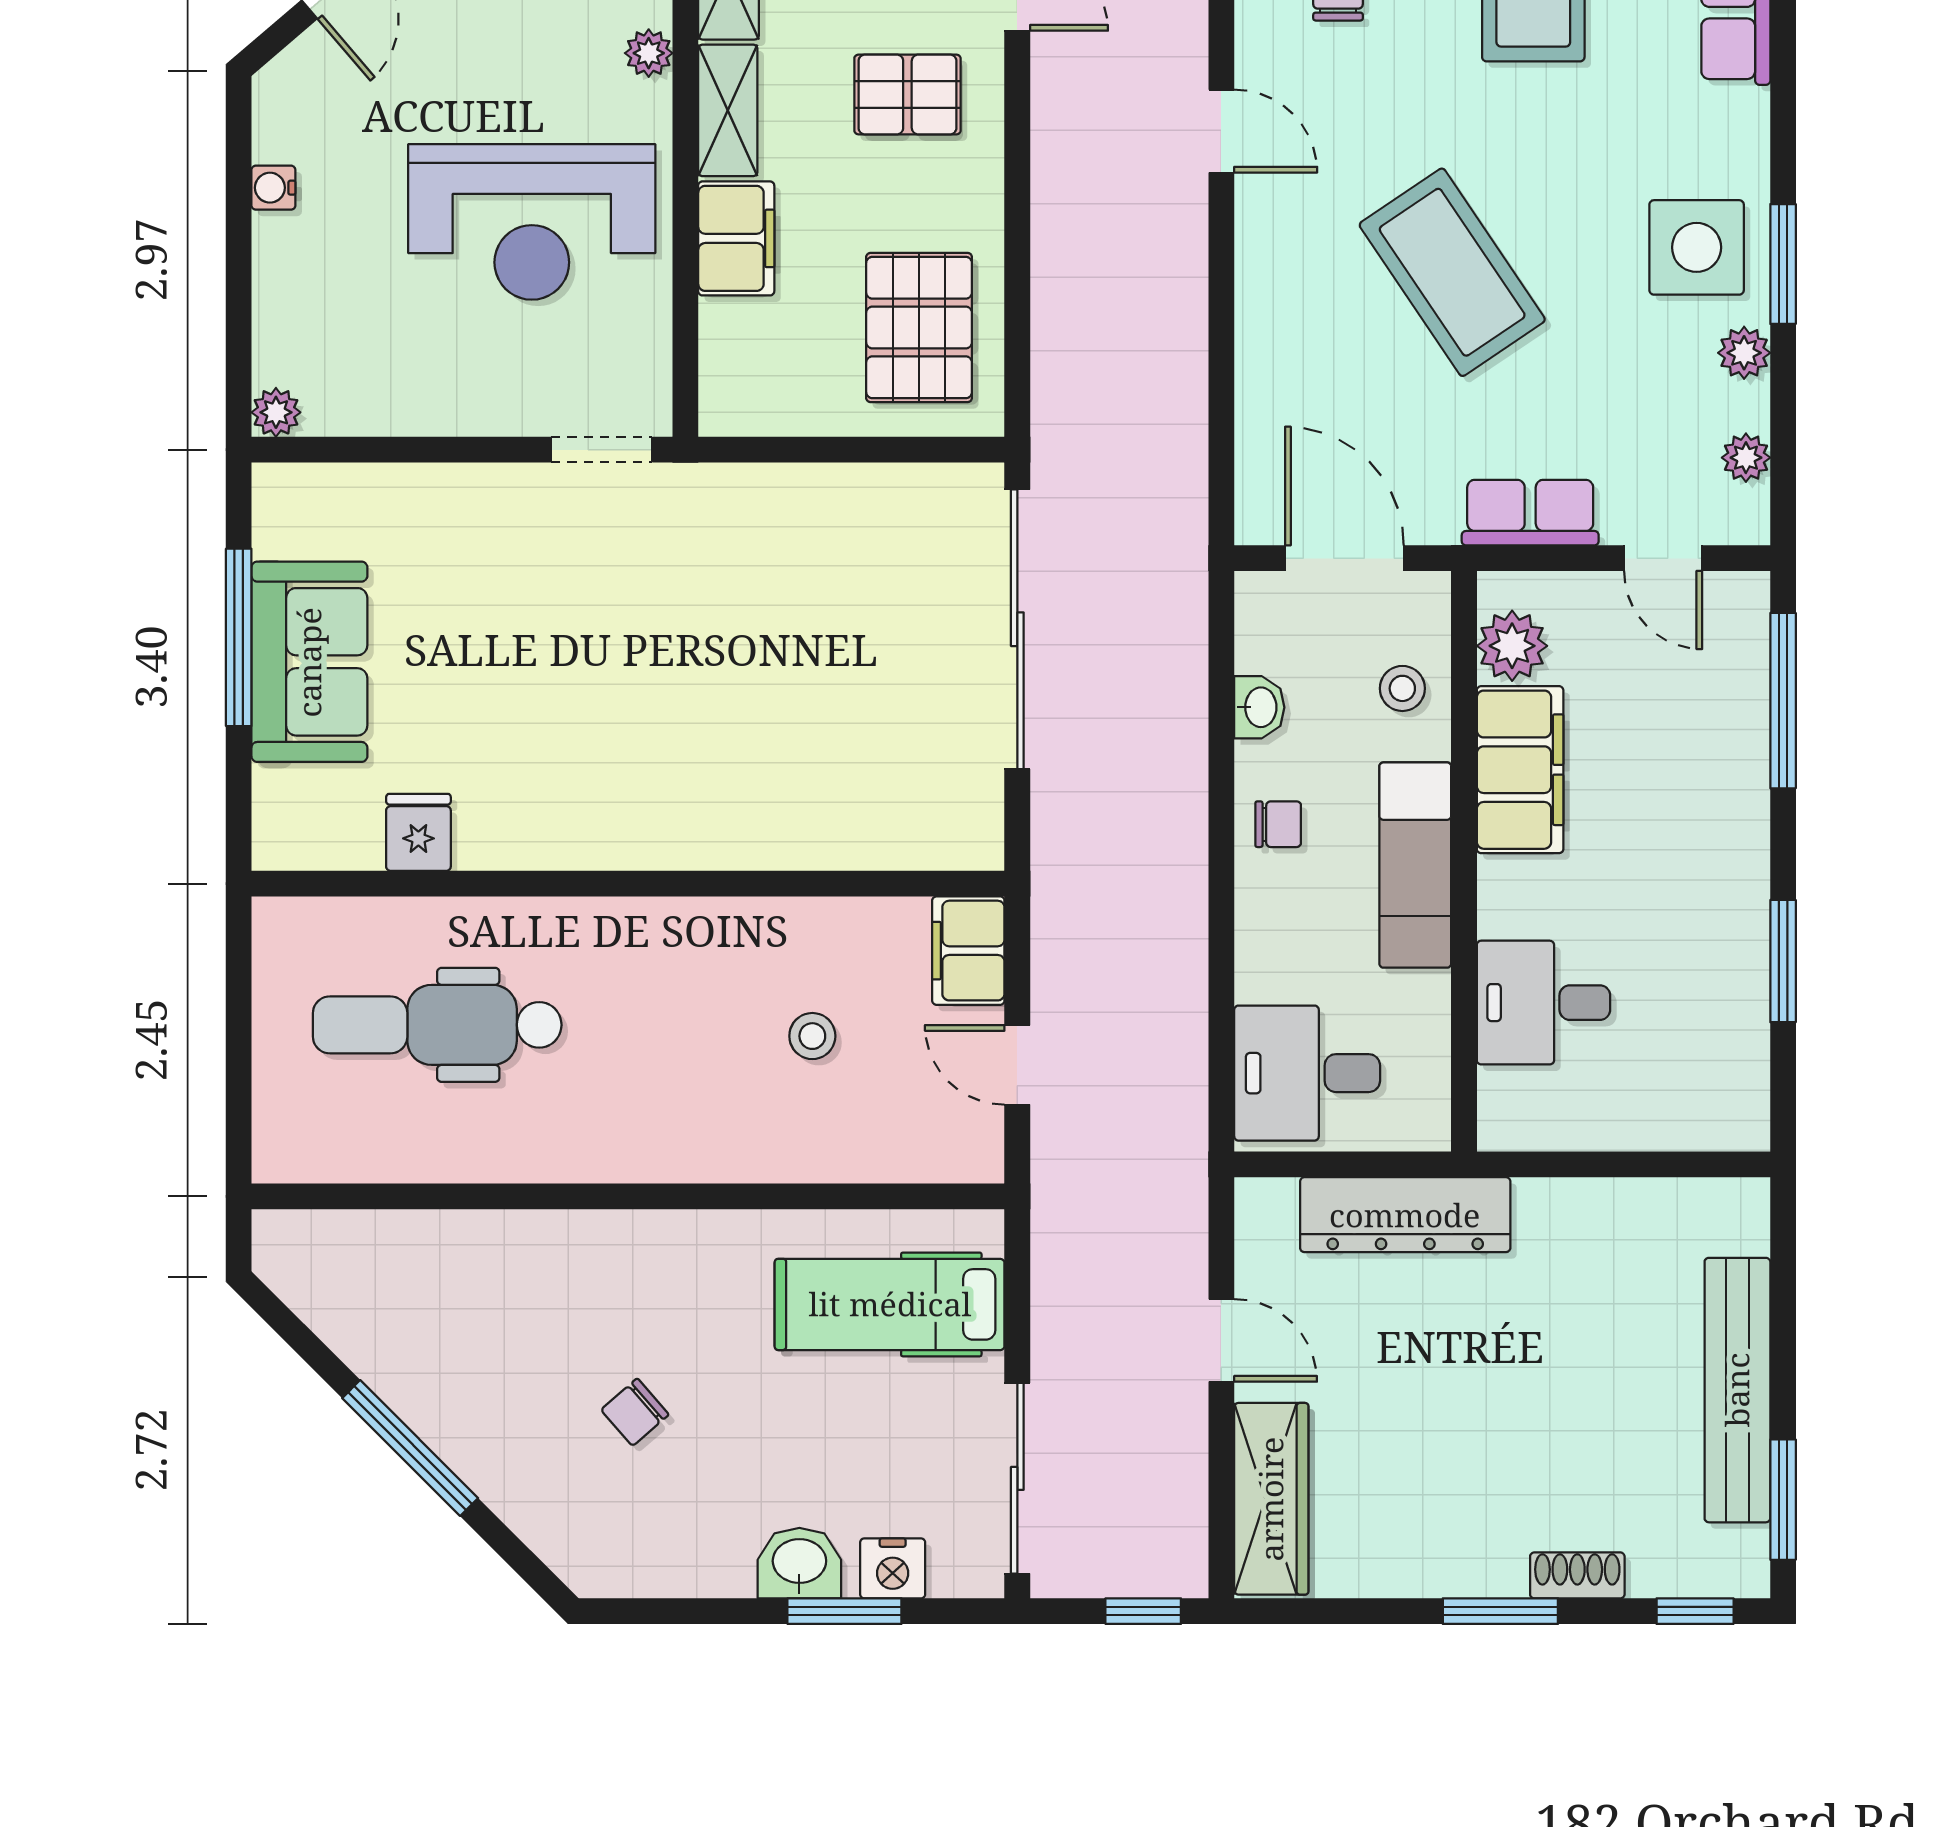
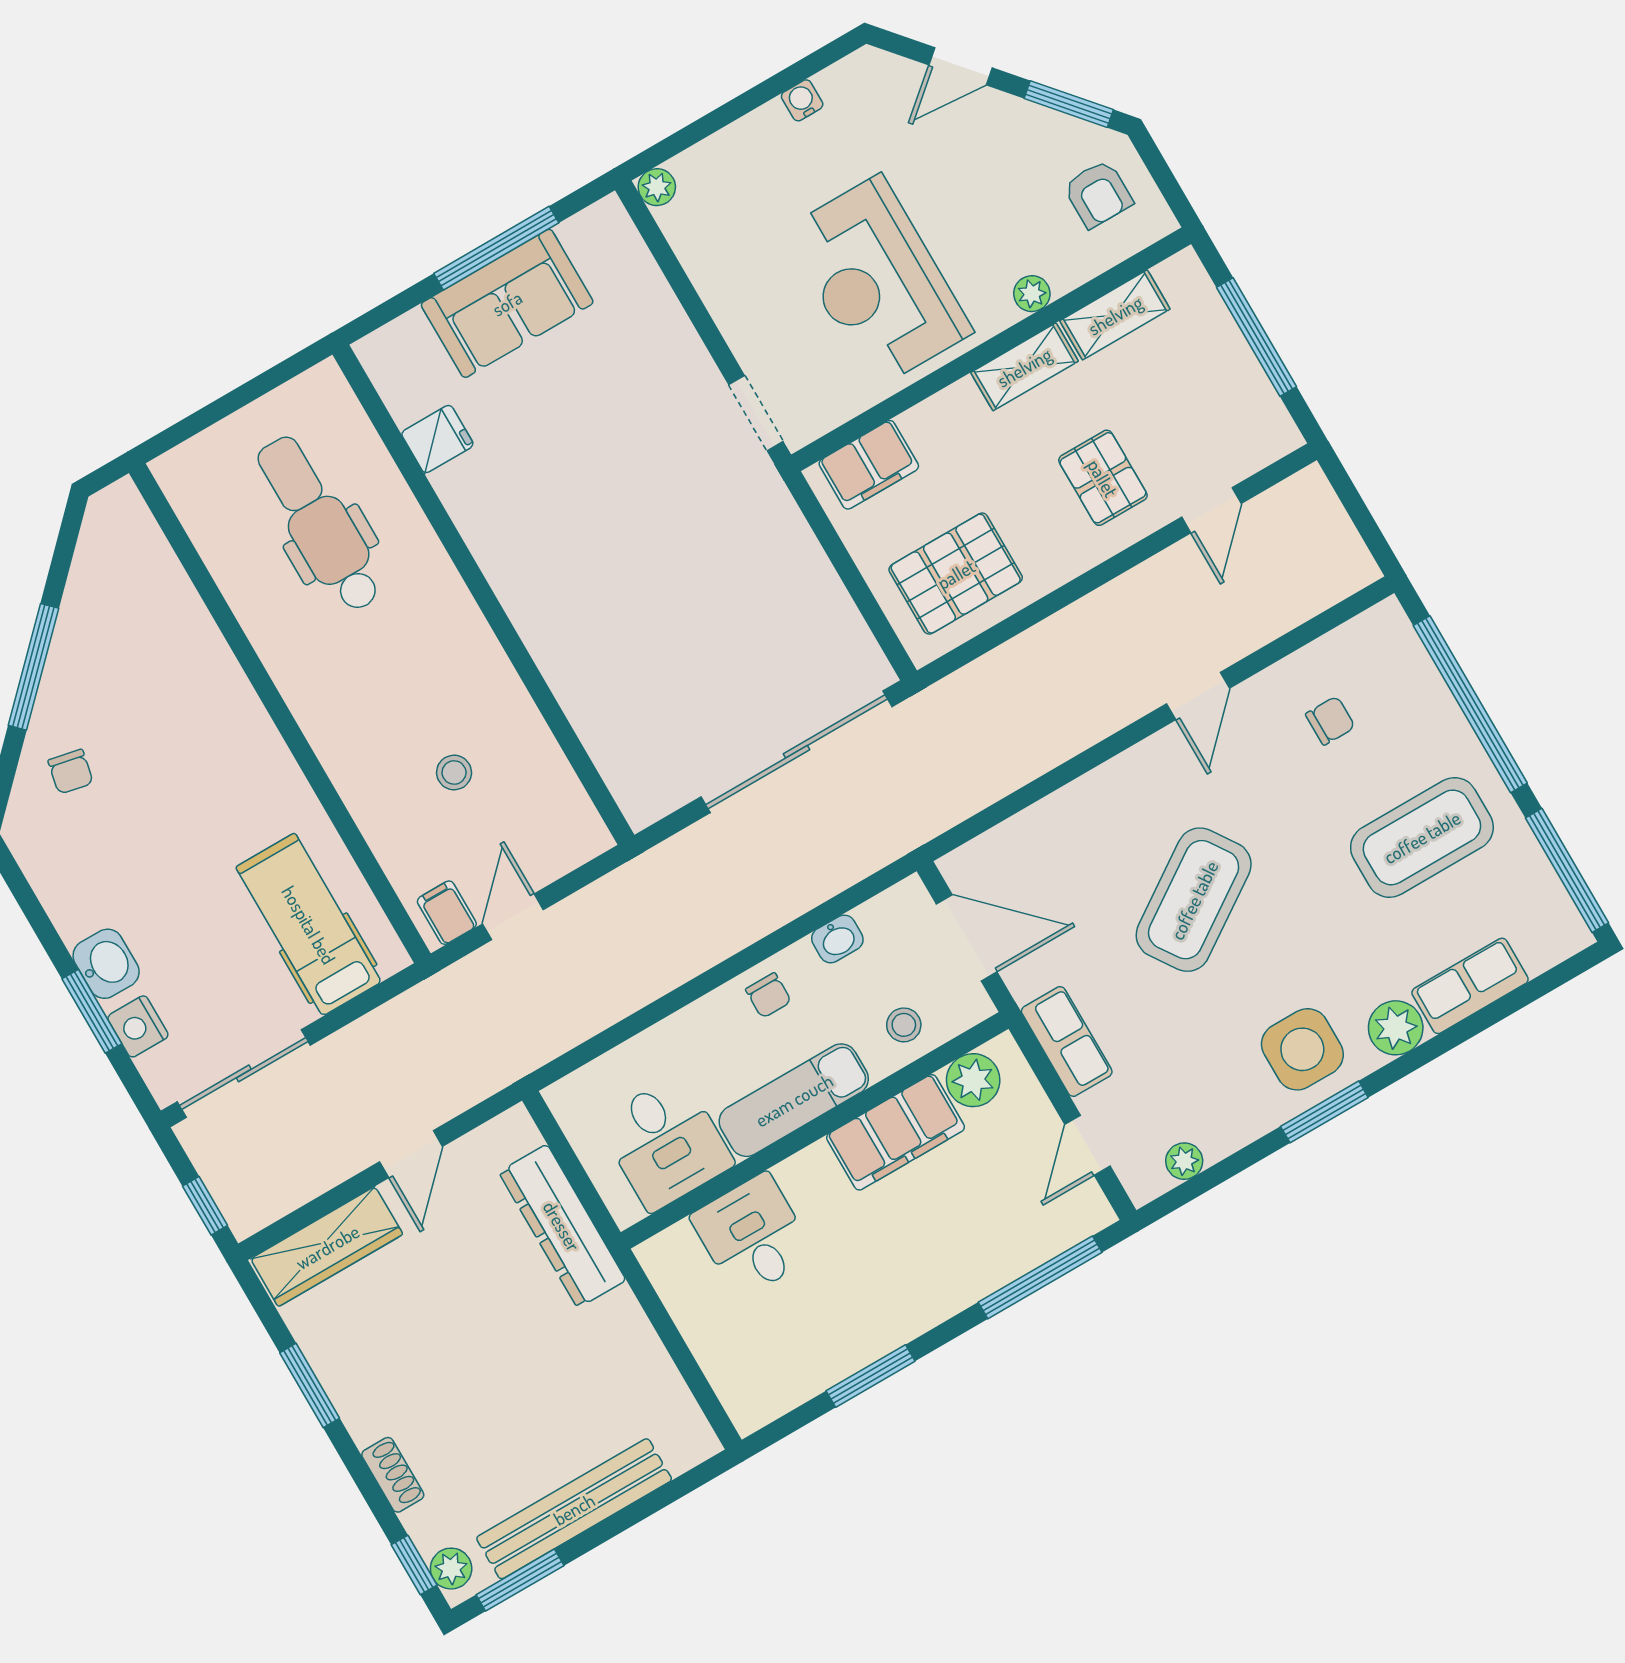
filing cabinet: (736, 238) -> (869, 465), moved
plant: (1744, 353) -> (1396, 1028), moved, width x1.38, depth x1.38
door: (1344, 558) -> (967, 938), hinge flipped
filing cabinet: (968, 951) -> (447, 913), moved, width x0.50
desk: (1307, 1073) -> (666, 1143), moved, turned 180
chair: (635, 1412) -> (71, 772), moved, turned -127
plant: (1724, 1571) -> (451, 1569), added
window: (1500, 1611) -> (310, 1385), moved

